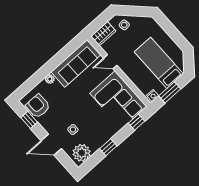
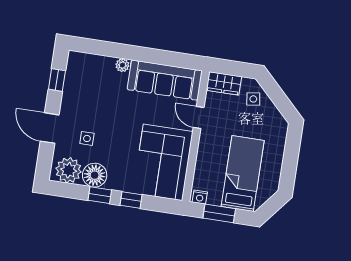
armchair: (38, 106) -> (81, 77), removed
window: (136, 122) -> (131, 200), moved
floor lamp: (96, 141) -> (95, 175), added

